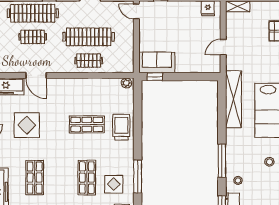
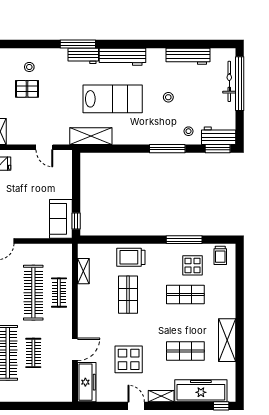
shelving: (108, 83) -> (83, 271), added
plant: (126, 83) -> (83, 252), removed
shelving: (233, 99) -> (91, 136), width x0.68

